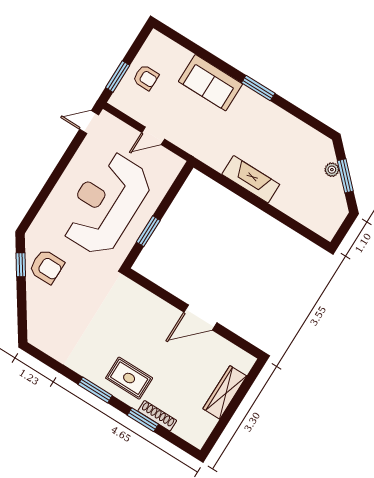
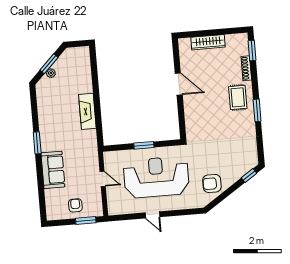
door: (89, 122) -> (152, 215), moved
reception desk: (106, 204) -> (156, 177), turned 180
window: (148, 231) -> (144, 145), moved
window: (21, 265) -> (249, 176), moved
armchair: (47, 267) -> (212, 183), turned -90
window: (143, 420) -> (252, 50), moved

